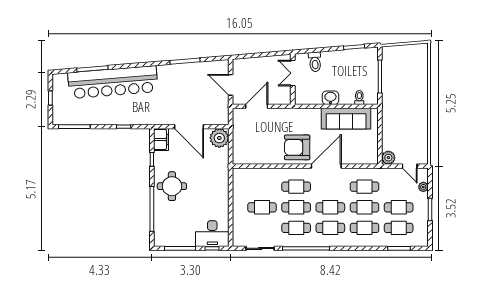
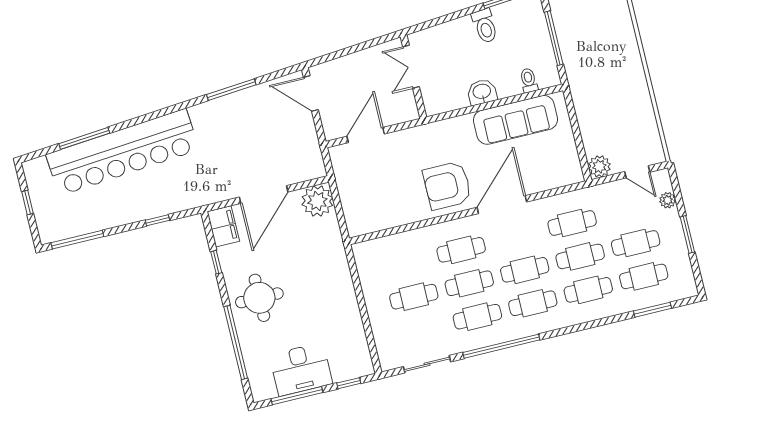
toilet: (315, 62) -> (485, 26), moved
door: (231, 85) -> (311, 94), moved
door: (189, 127) -> (264, 195), hinge flipped
desk: (212, 234) -> (301, 369), moved

